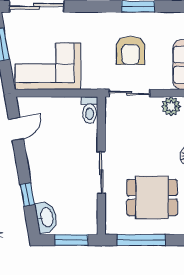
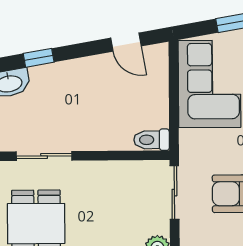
sliding door: (101, 172) -> (44, 156), moved

